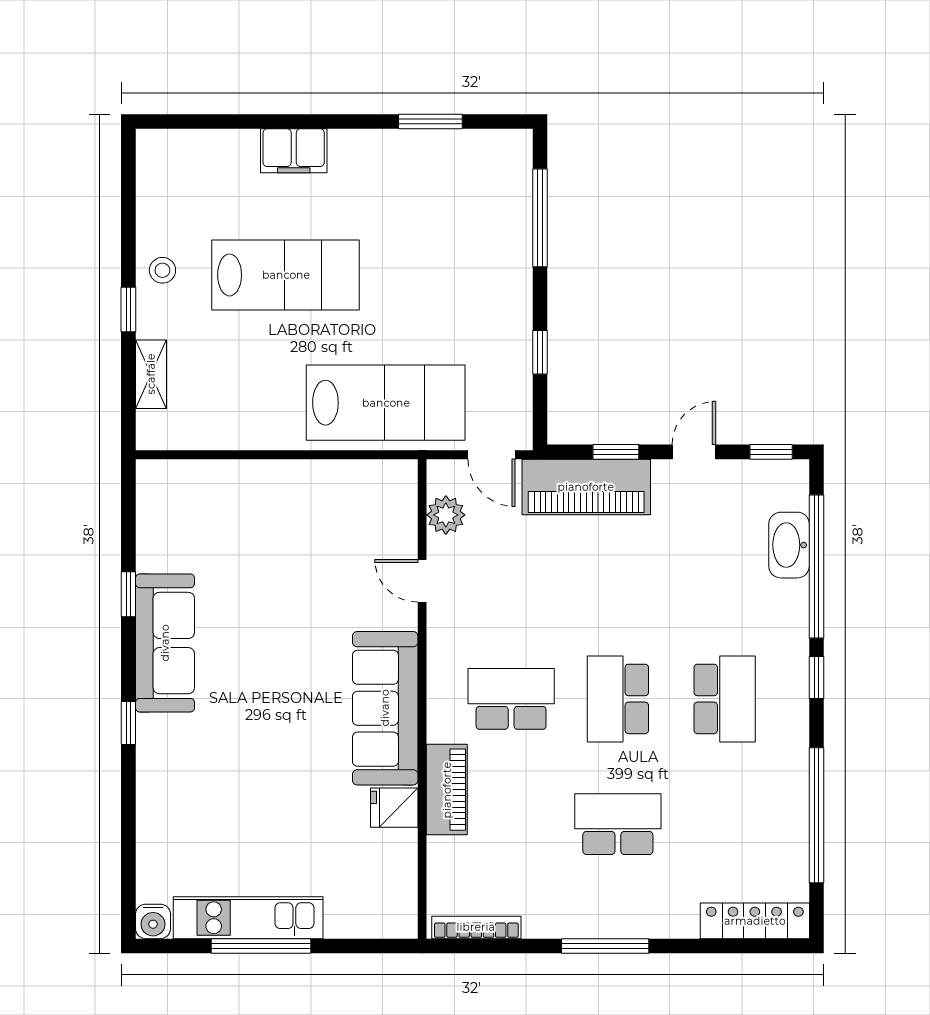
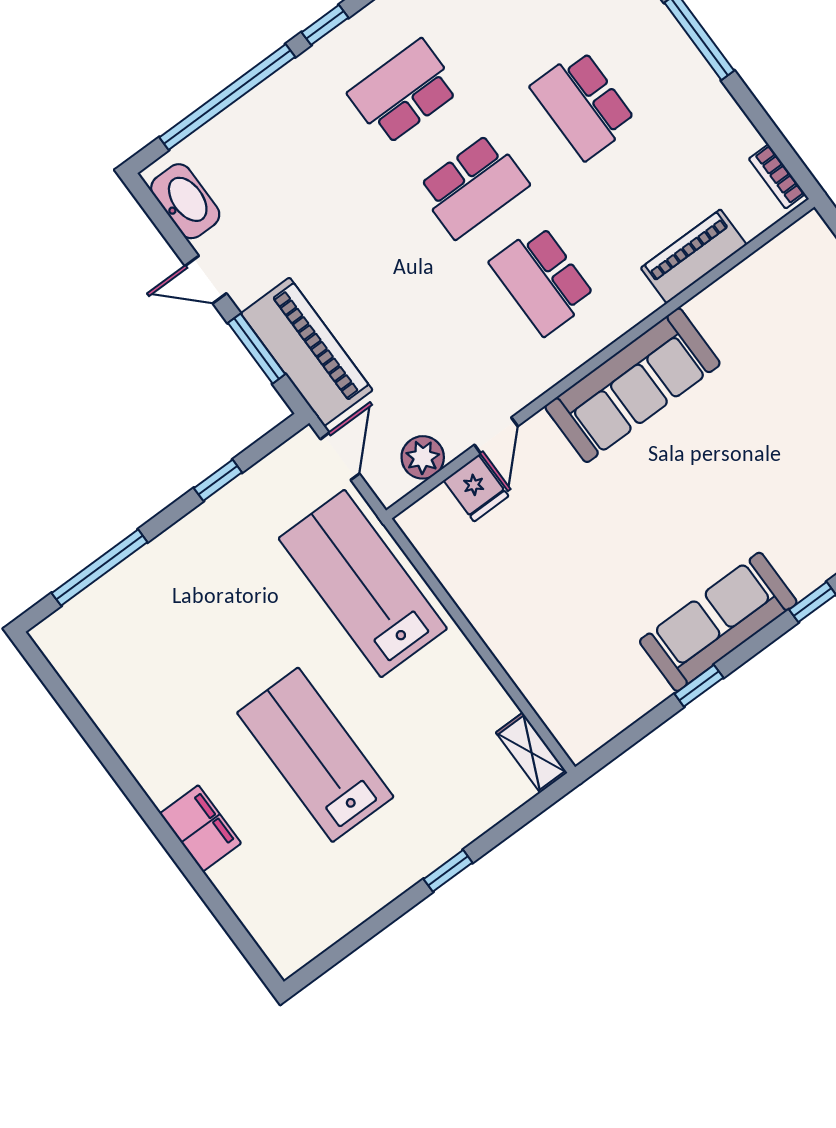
window: (430, 121) -> (86, 727), removed
stool: (162, 270) -> (391, 866), removed
shelving: (151, 374) -> (532, 753), moved, turned 90
window: (616, 452) -> (257, 349), width x1.50
window: (771, 452) -> (156, 212), removed
washbasin: (789, 545) -> (185, 201), moved, turned -90
piano: (447, 790) -> (694, 256), moved
fridge: (394, 808) -> (476, 488), moved
bookcase: (476, 927) -> (777, 176), width x0.64

